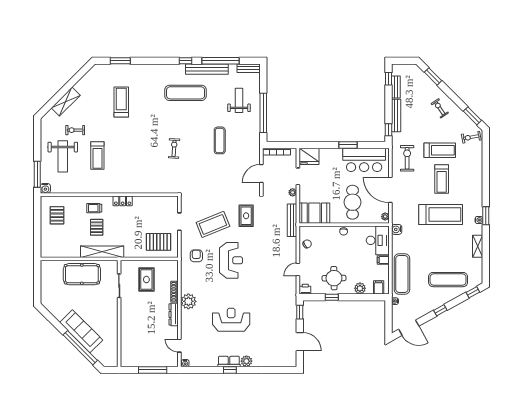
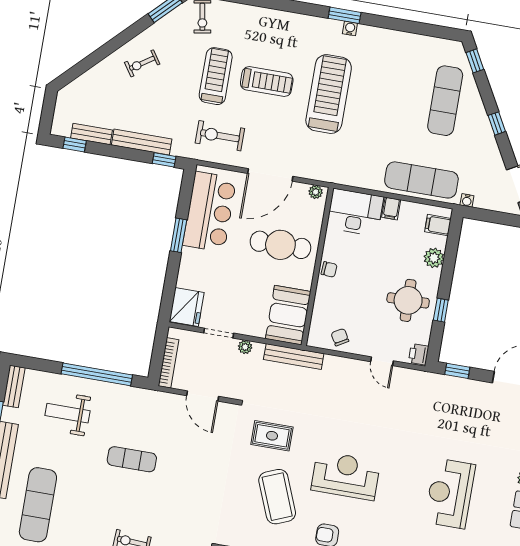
window: (433, 76) -> (84, 65), removed
water cooler: (397, 229) -> (342, 176), removed
shelving: (478, 246) -> (396, 39), removed

